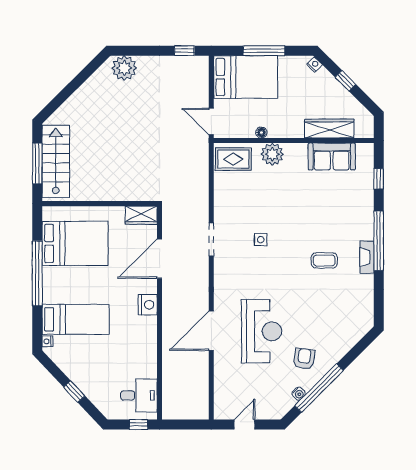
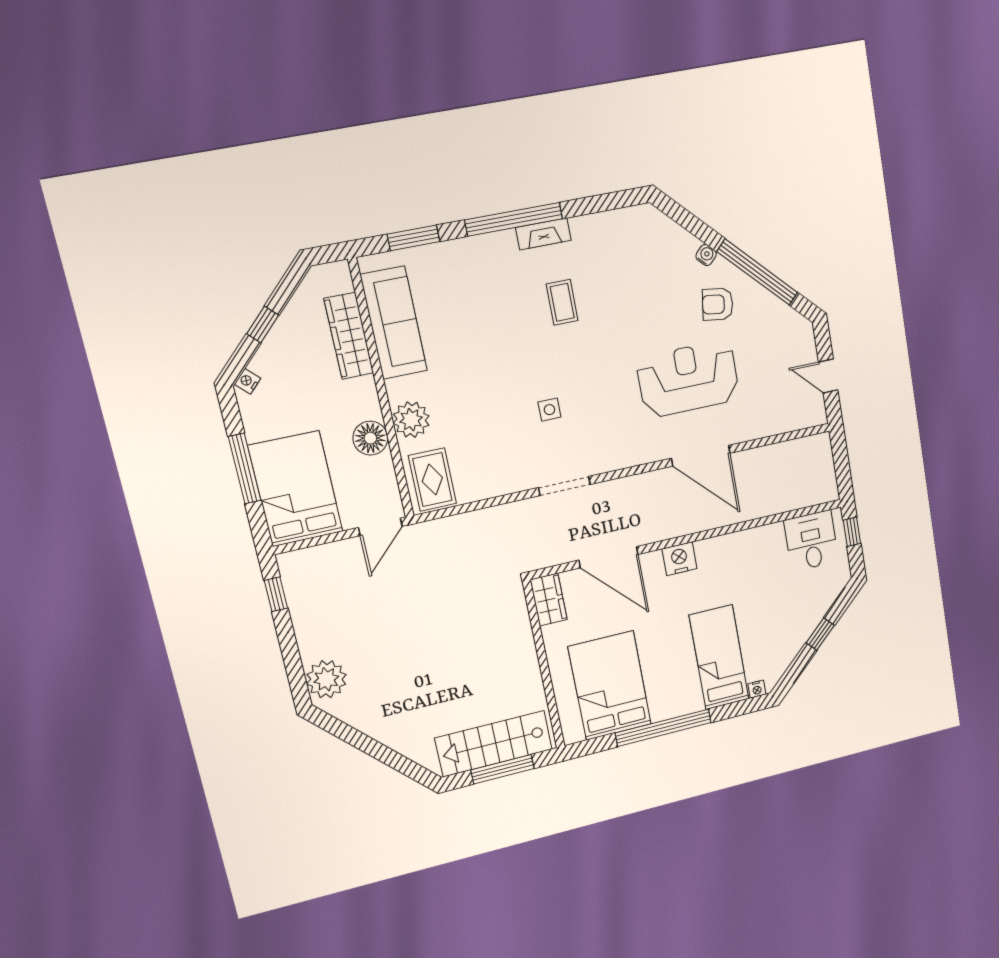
floor lamp: (261, 133) -> (370, 438), width x1.89, depth x1.89
sofa: (332, 156) -> (394, 323), width x1.36
window: (379, 179) -> (413, 238), width x1.50
water cooler: (299, 394) -> (706, 255), moved

